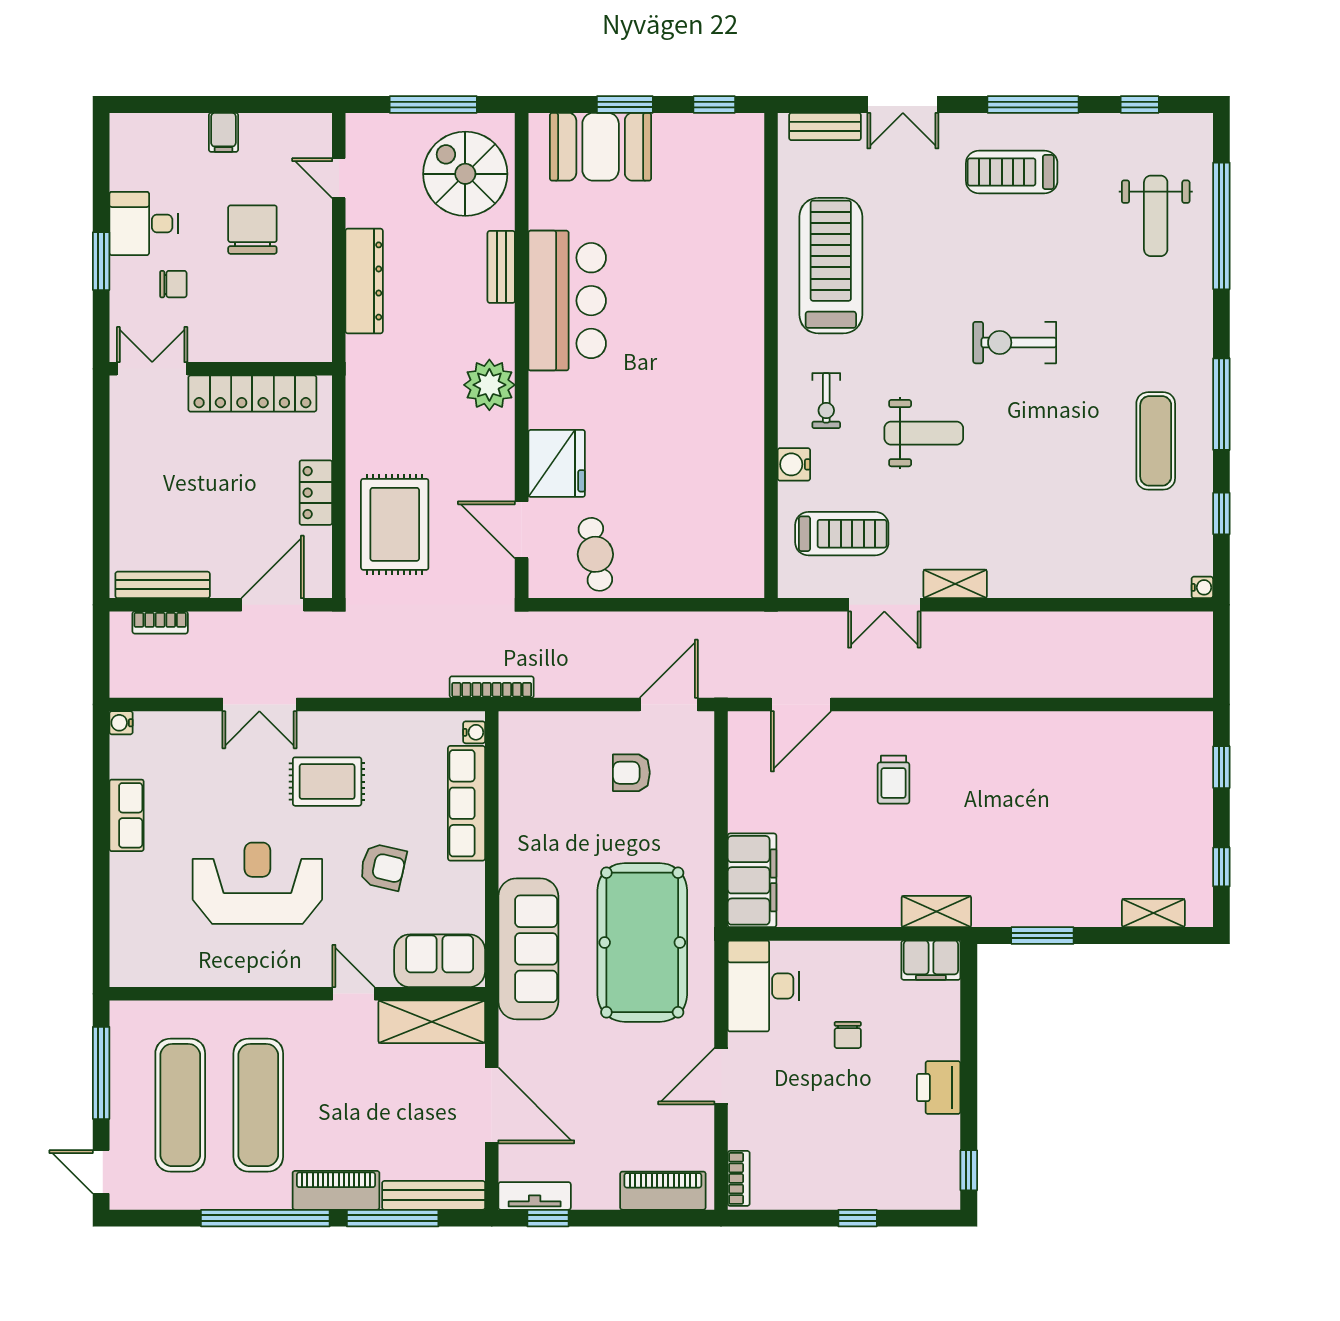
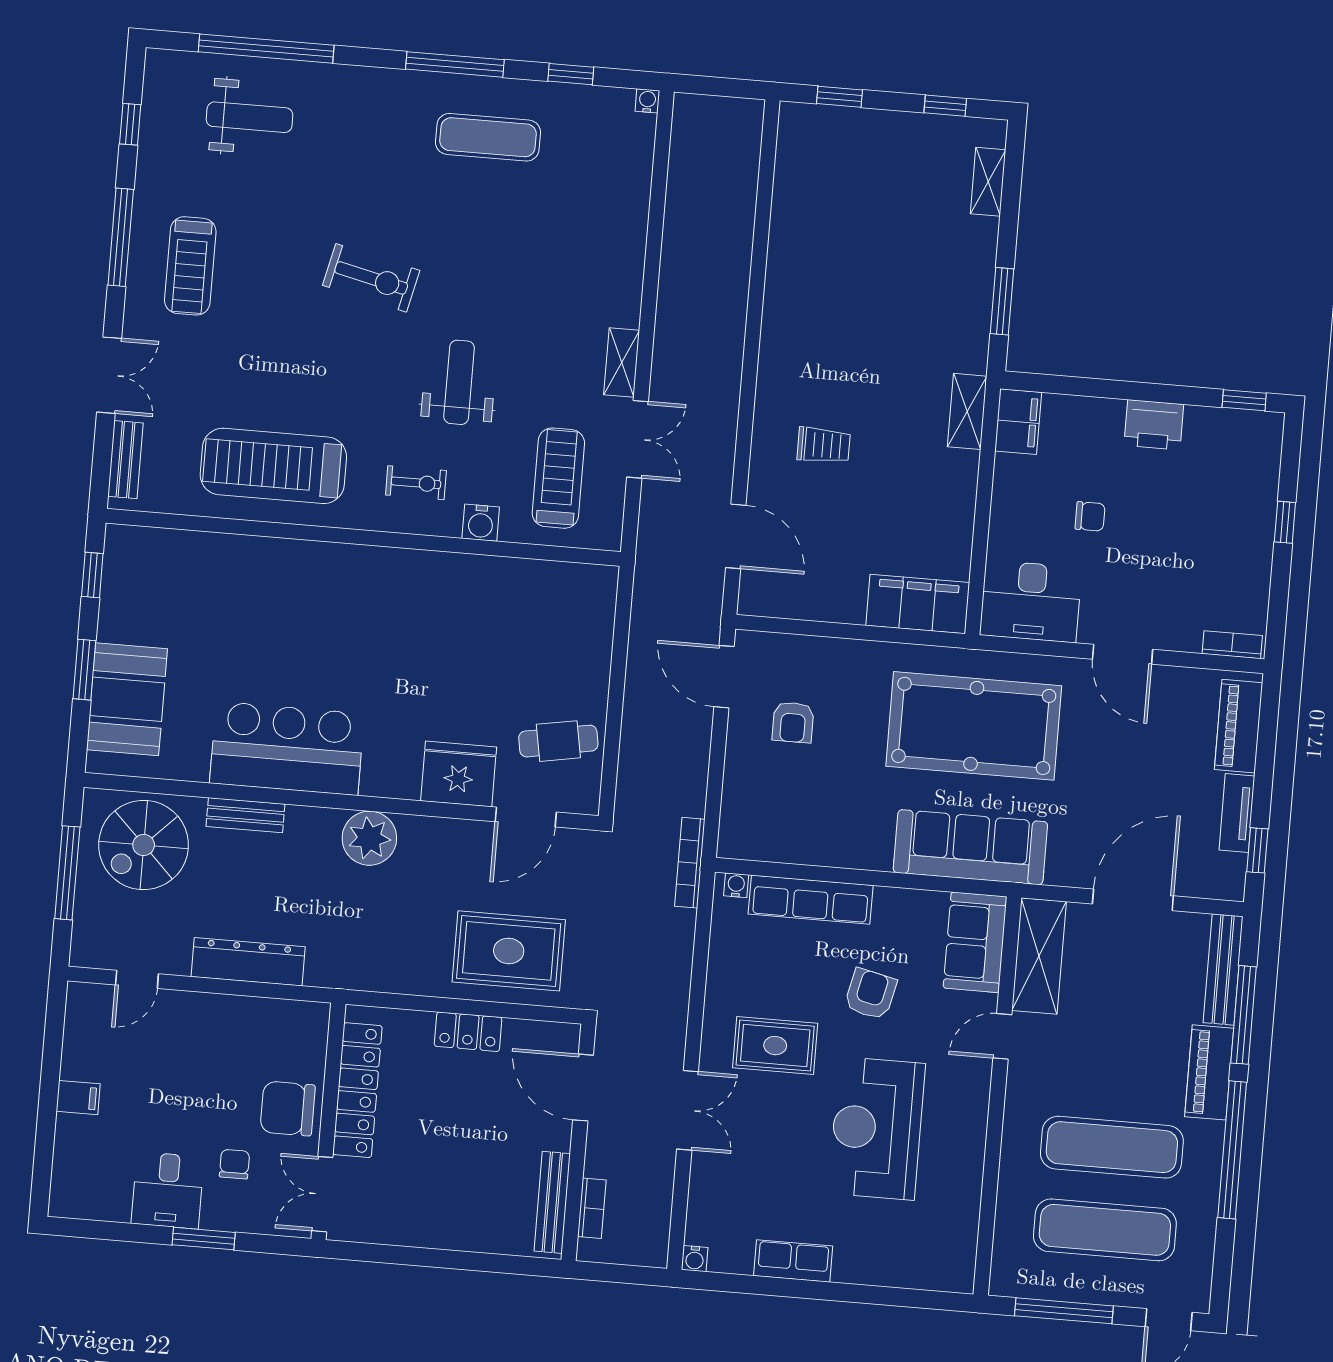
chair: (252, 230) -> (288, 1109), moved
exercise bike: (1015, 343) -> (371, 278), turned -77
rug: (327, 782) -> (775, 1046), turned 90
tv unit: (535, 1196) -> (1237, 813), moved

